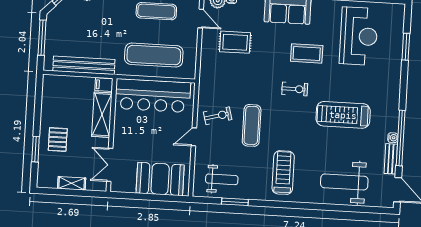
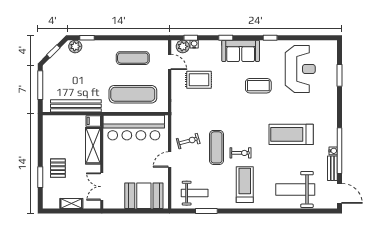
exercise bike: (295, 89) -> (240, 153), moved

